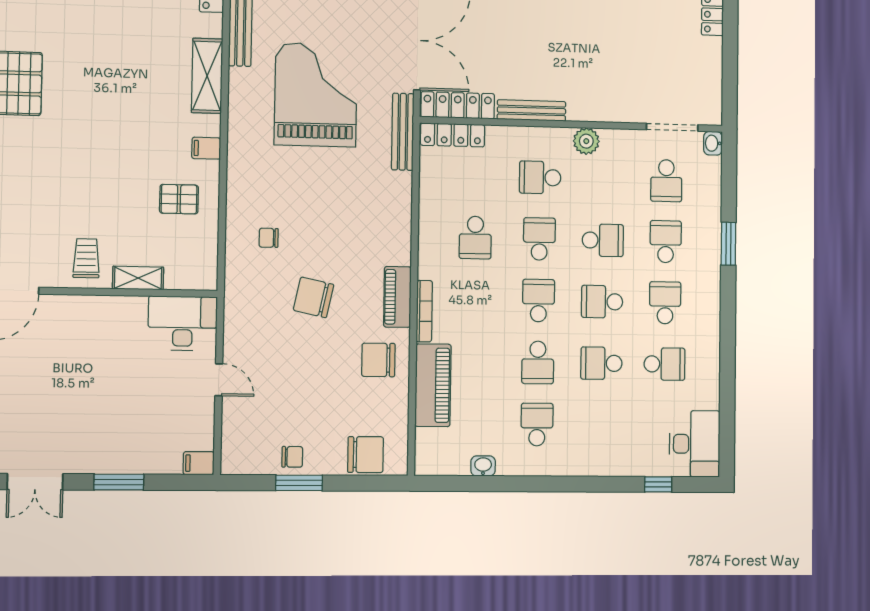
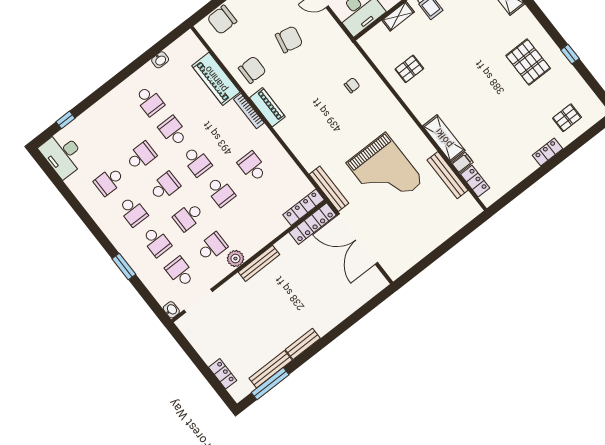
bench: (531, 110) -> (259, 263), moved
filing cabinet: (206, 148) -> (462, 163), moved
school desk: (540, 177) -> (212, 247), moved
chair: (314, 297) -> (289, 39), moved

